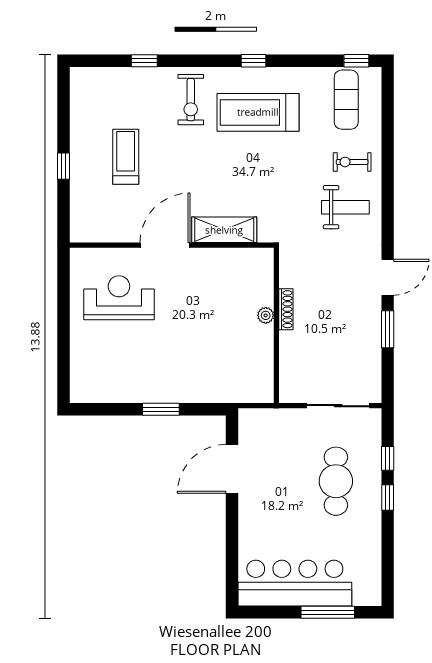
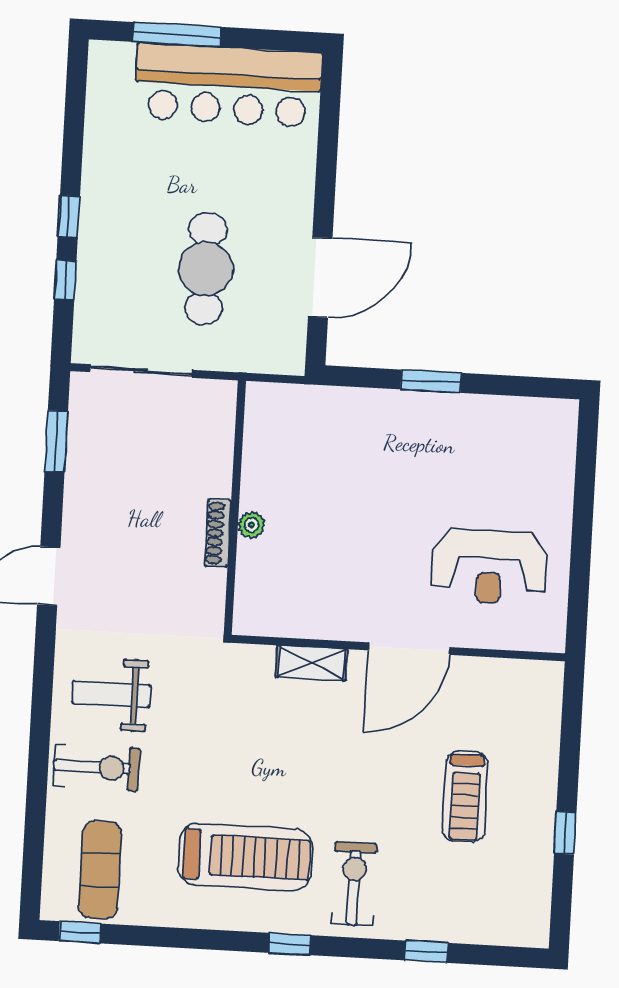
window: (254, 61) -> (290, 944), moved
exercise bike: (352, 162) -> (96, 767), width x1.38, depth x1.39
window: (63, 166) -> (565, 833), moved
shelving: (224, 230) -> (311, 663), width x0.67, depth x0.75
window: (388, 329) -> (56, 441), moved
cafe table: (336, 481) -> (206, 269), moved

